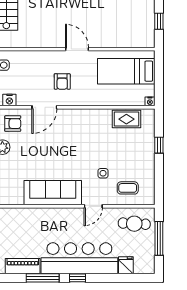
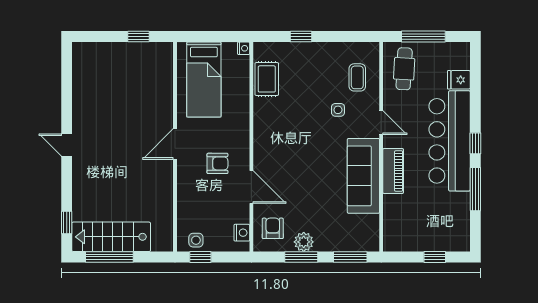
piano: (23, 266) -> (393, 171), moved, turned 180

